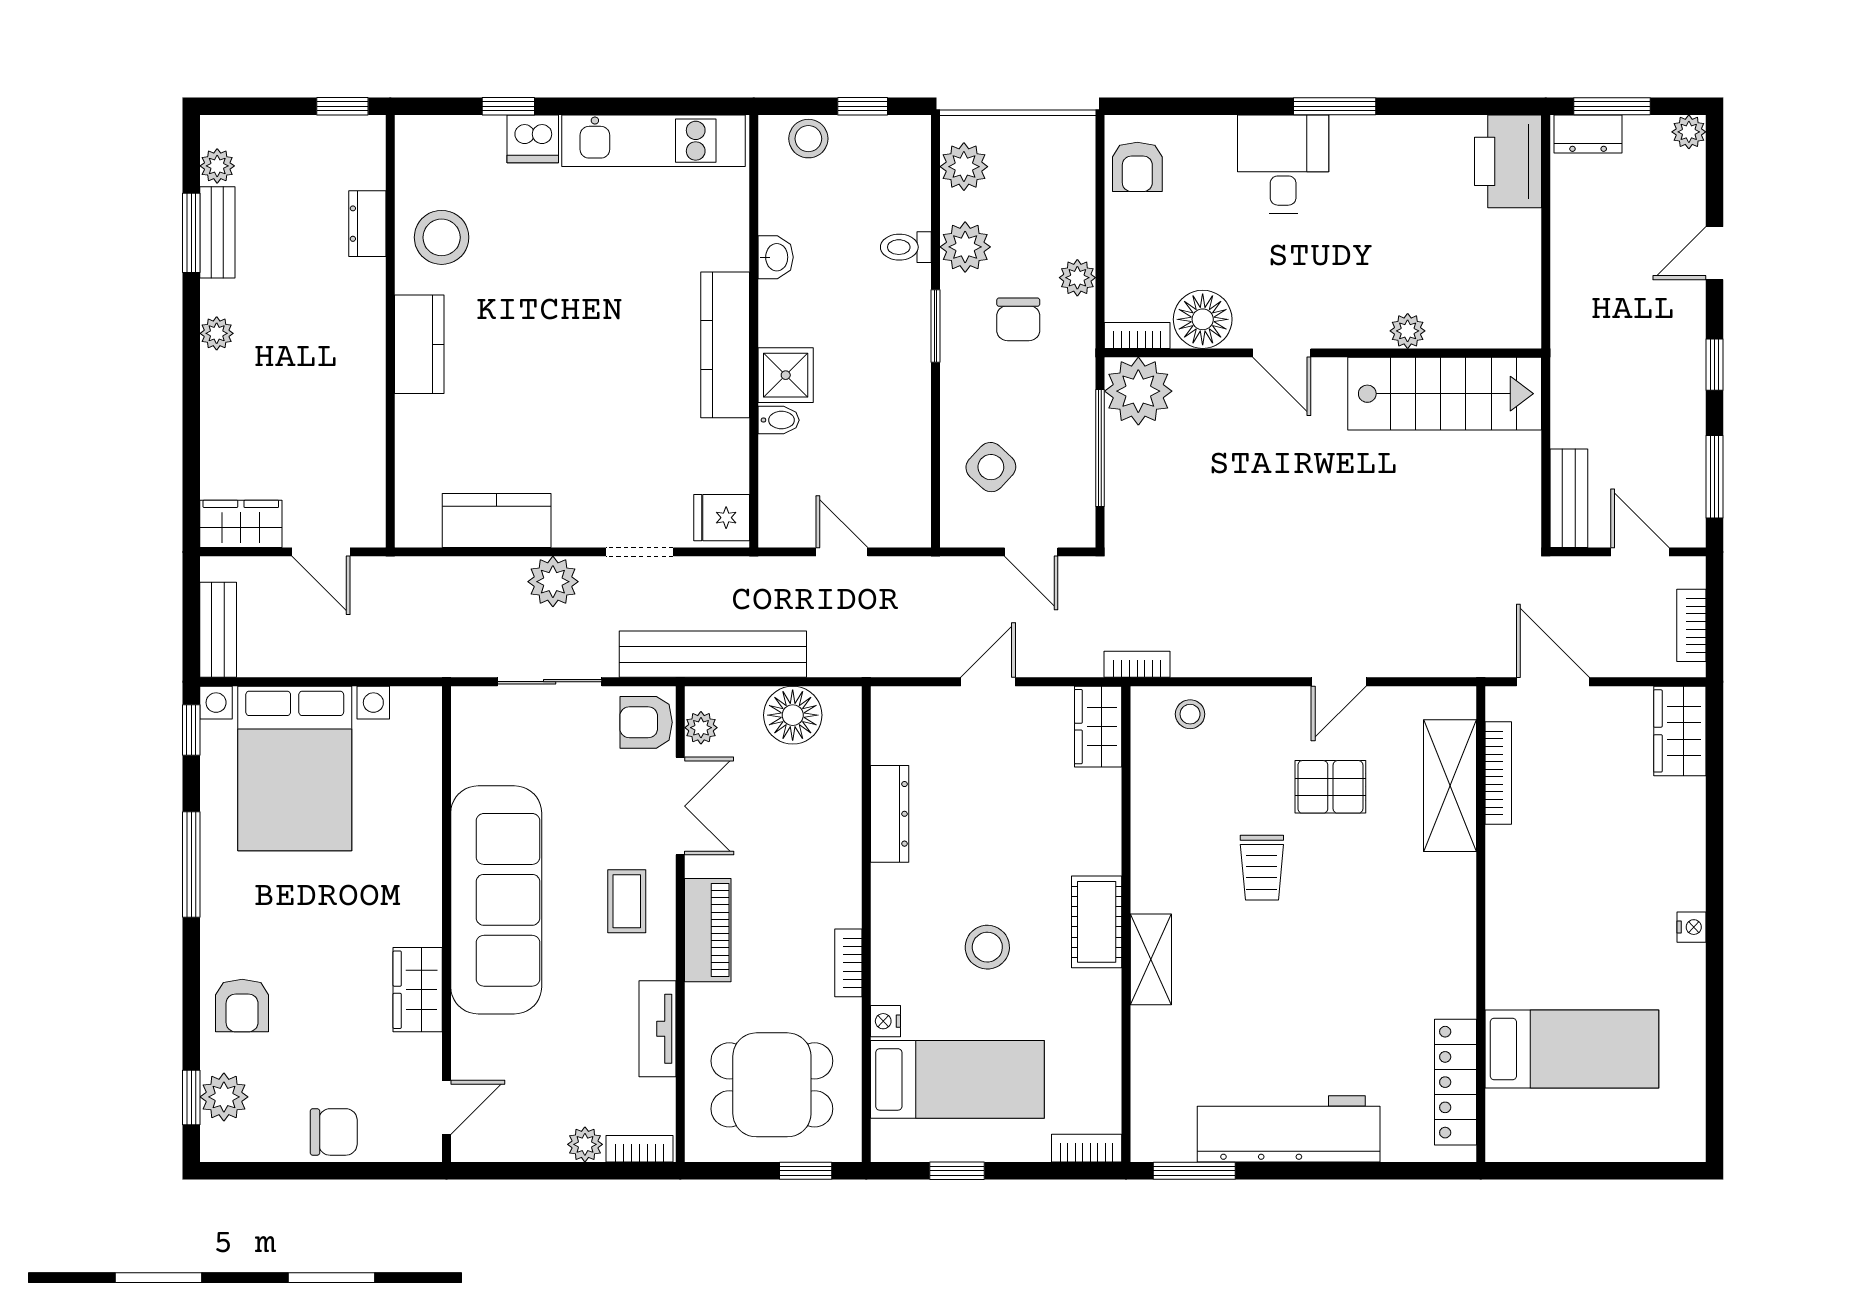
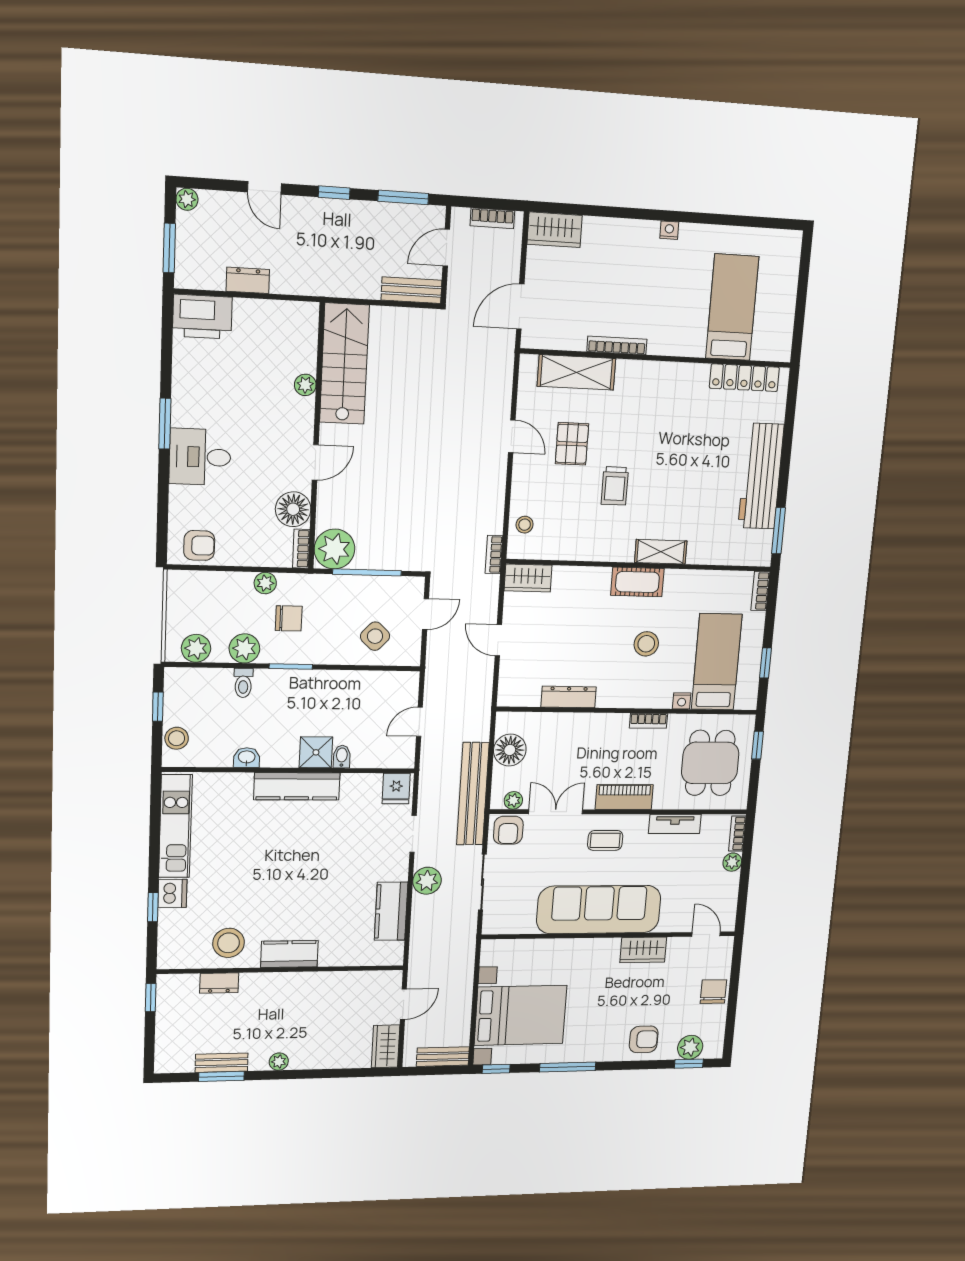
dresser: (1588, 134) -> (248, 280), moved, turned -90
plant: (217, 166) -> (183, 1064), removed
bookcase: (1498, 773) -> (617, 345), moved
trolley: (1262, 868) -> (615, 486), turned 90

